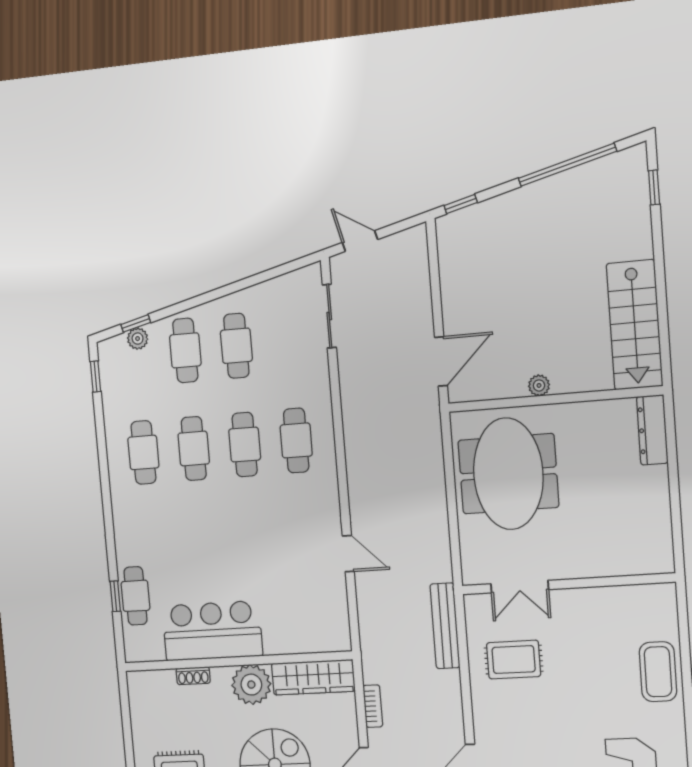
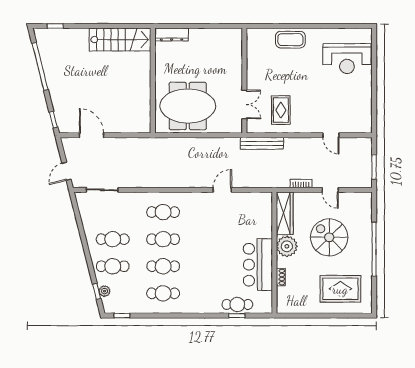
door: (441, 361) -> (92, 135), moved
plant: (539, 385) -> (145, 88), removed

